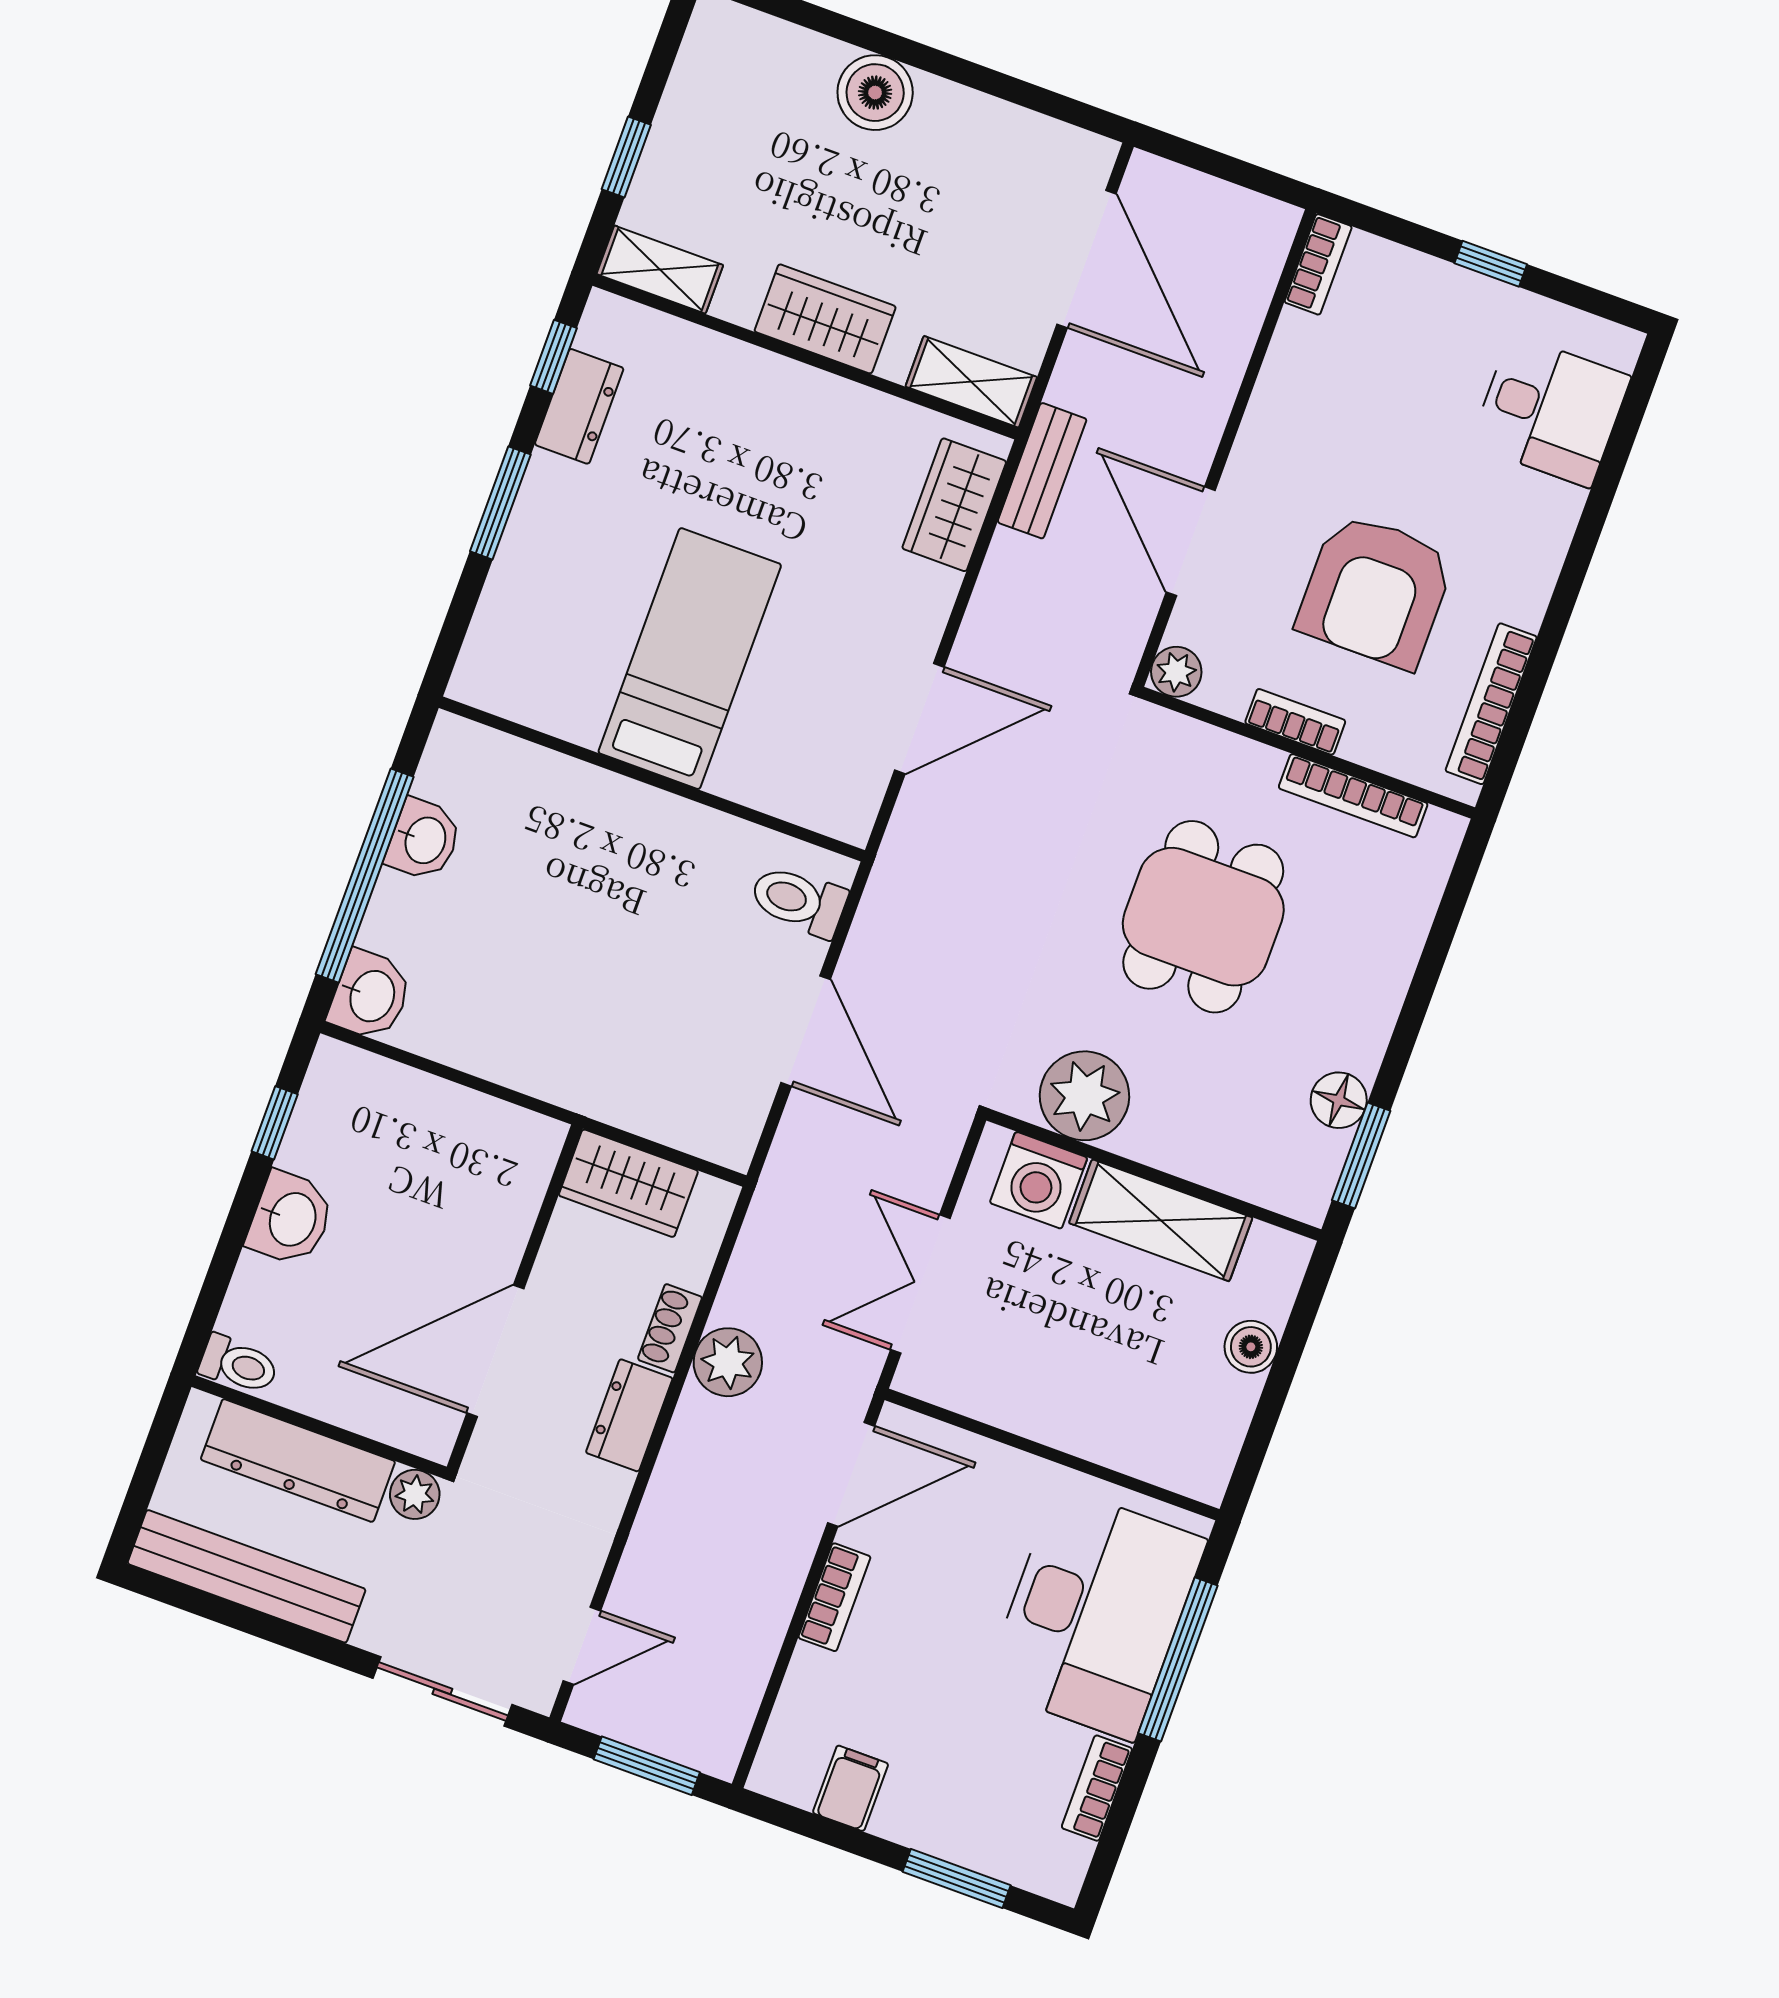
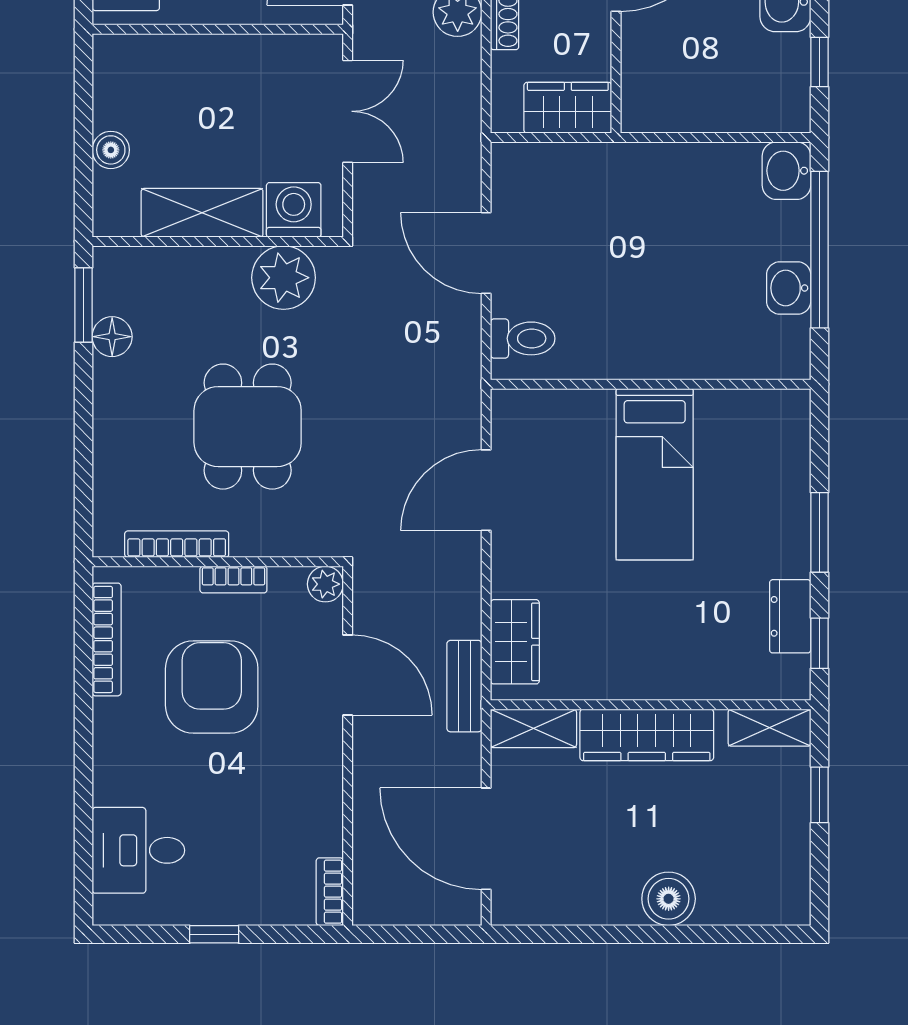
wardrobe: (825, 319) -> (647, 735), width x1.50

